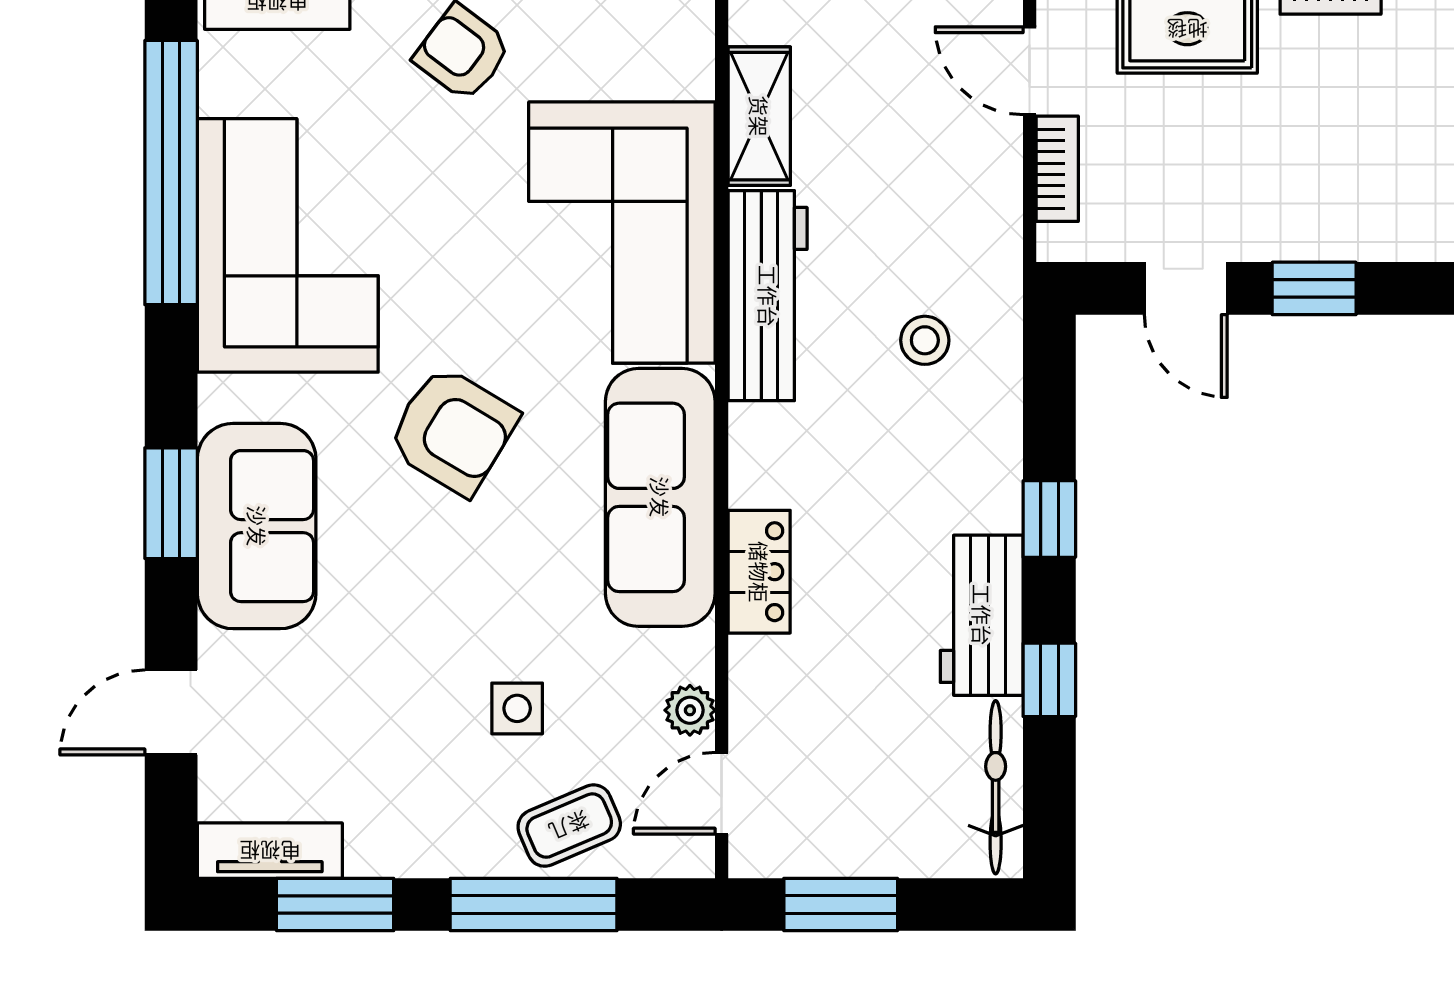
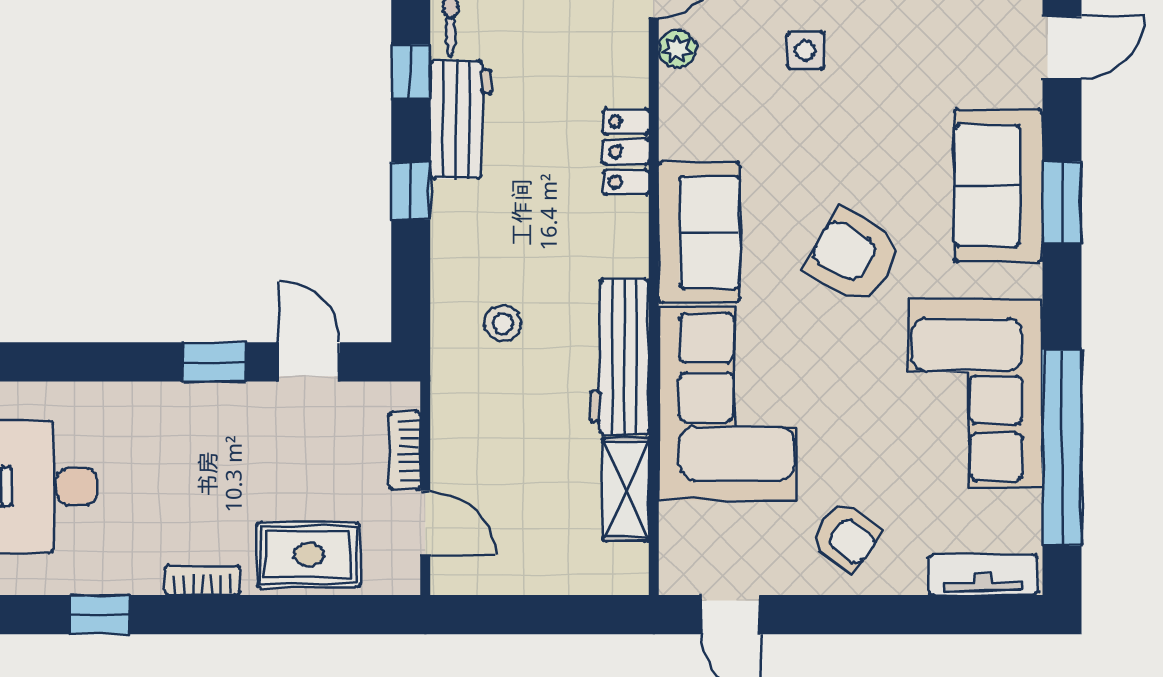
sofa: (660, 497) -> (699, 232), width x0.73

